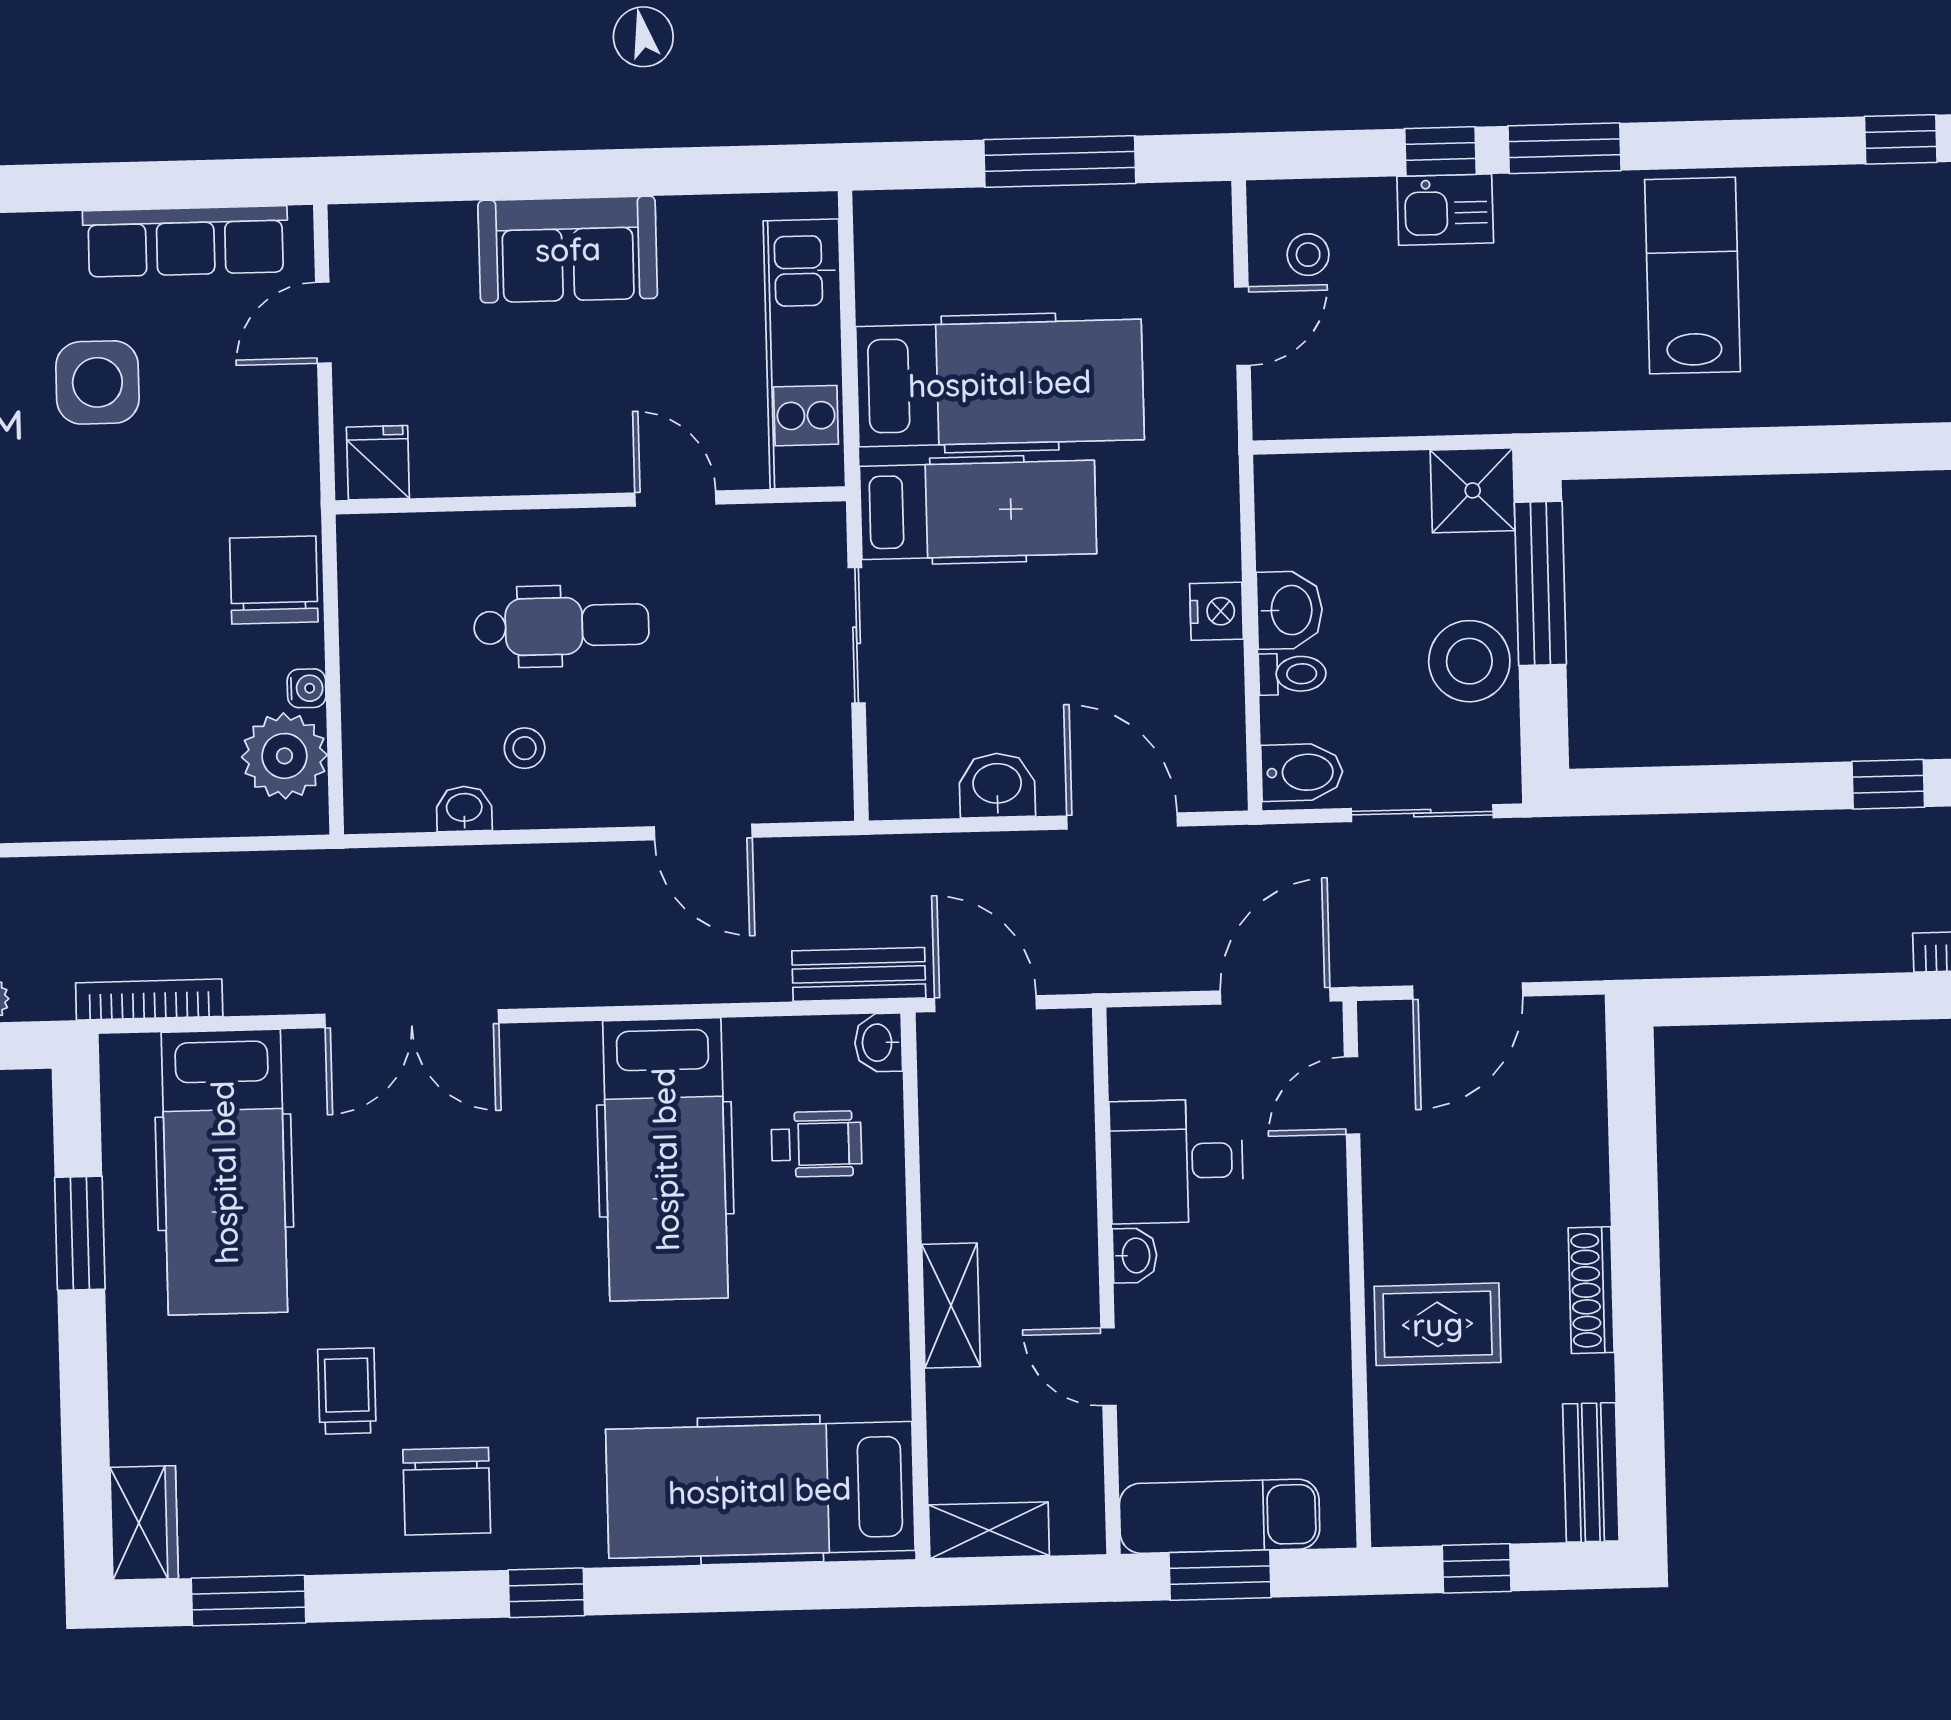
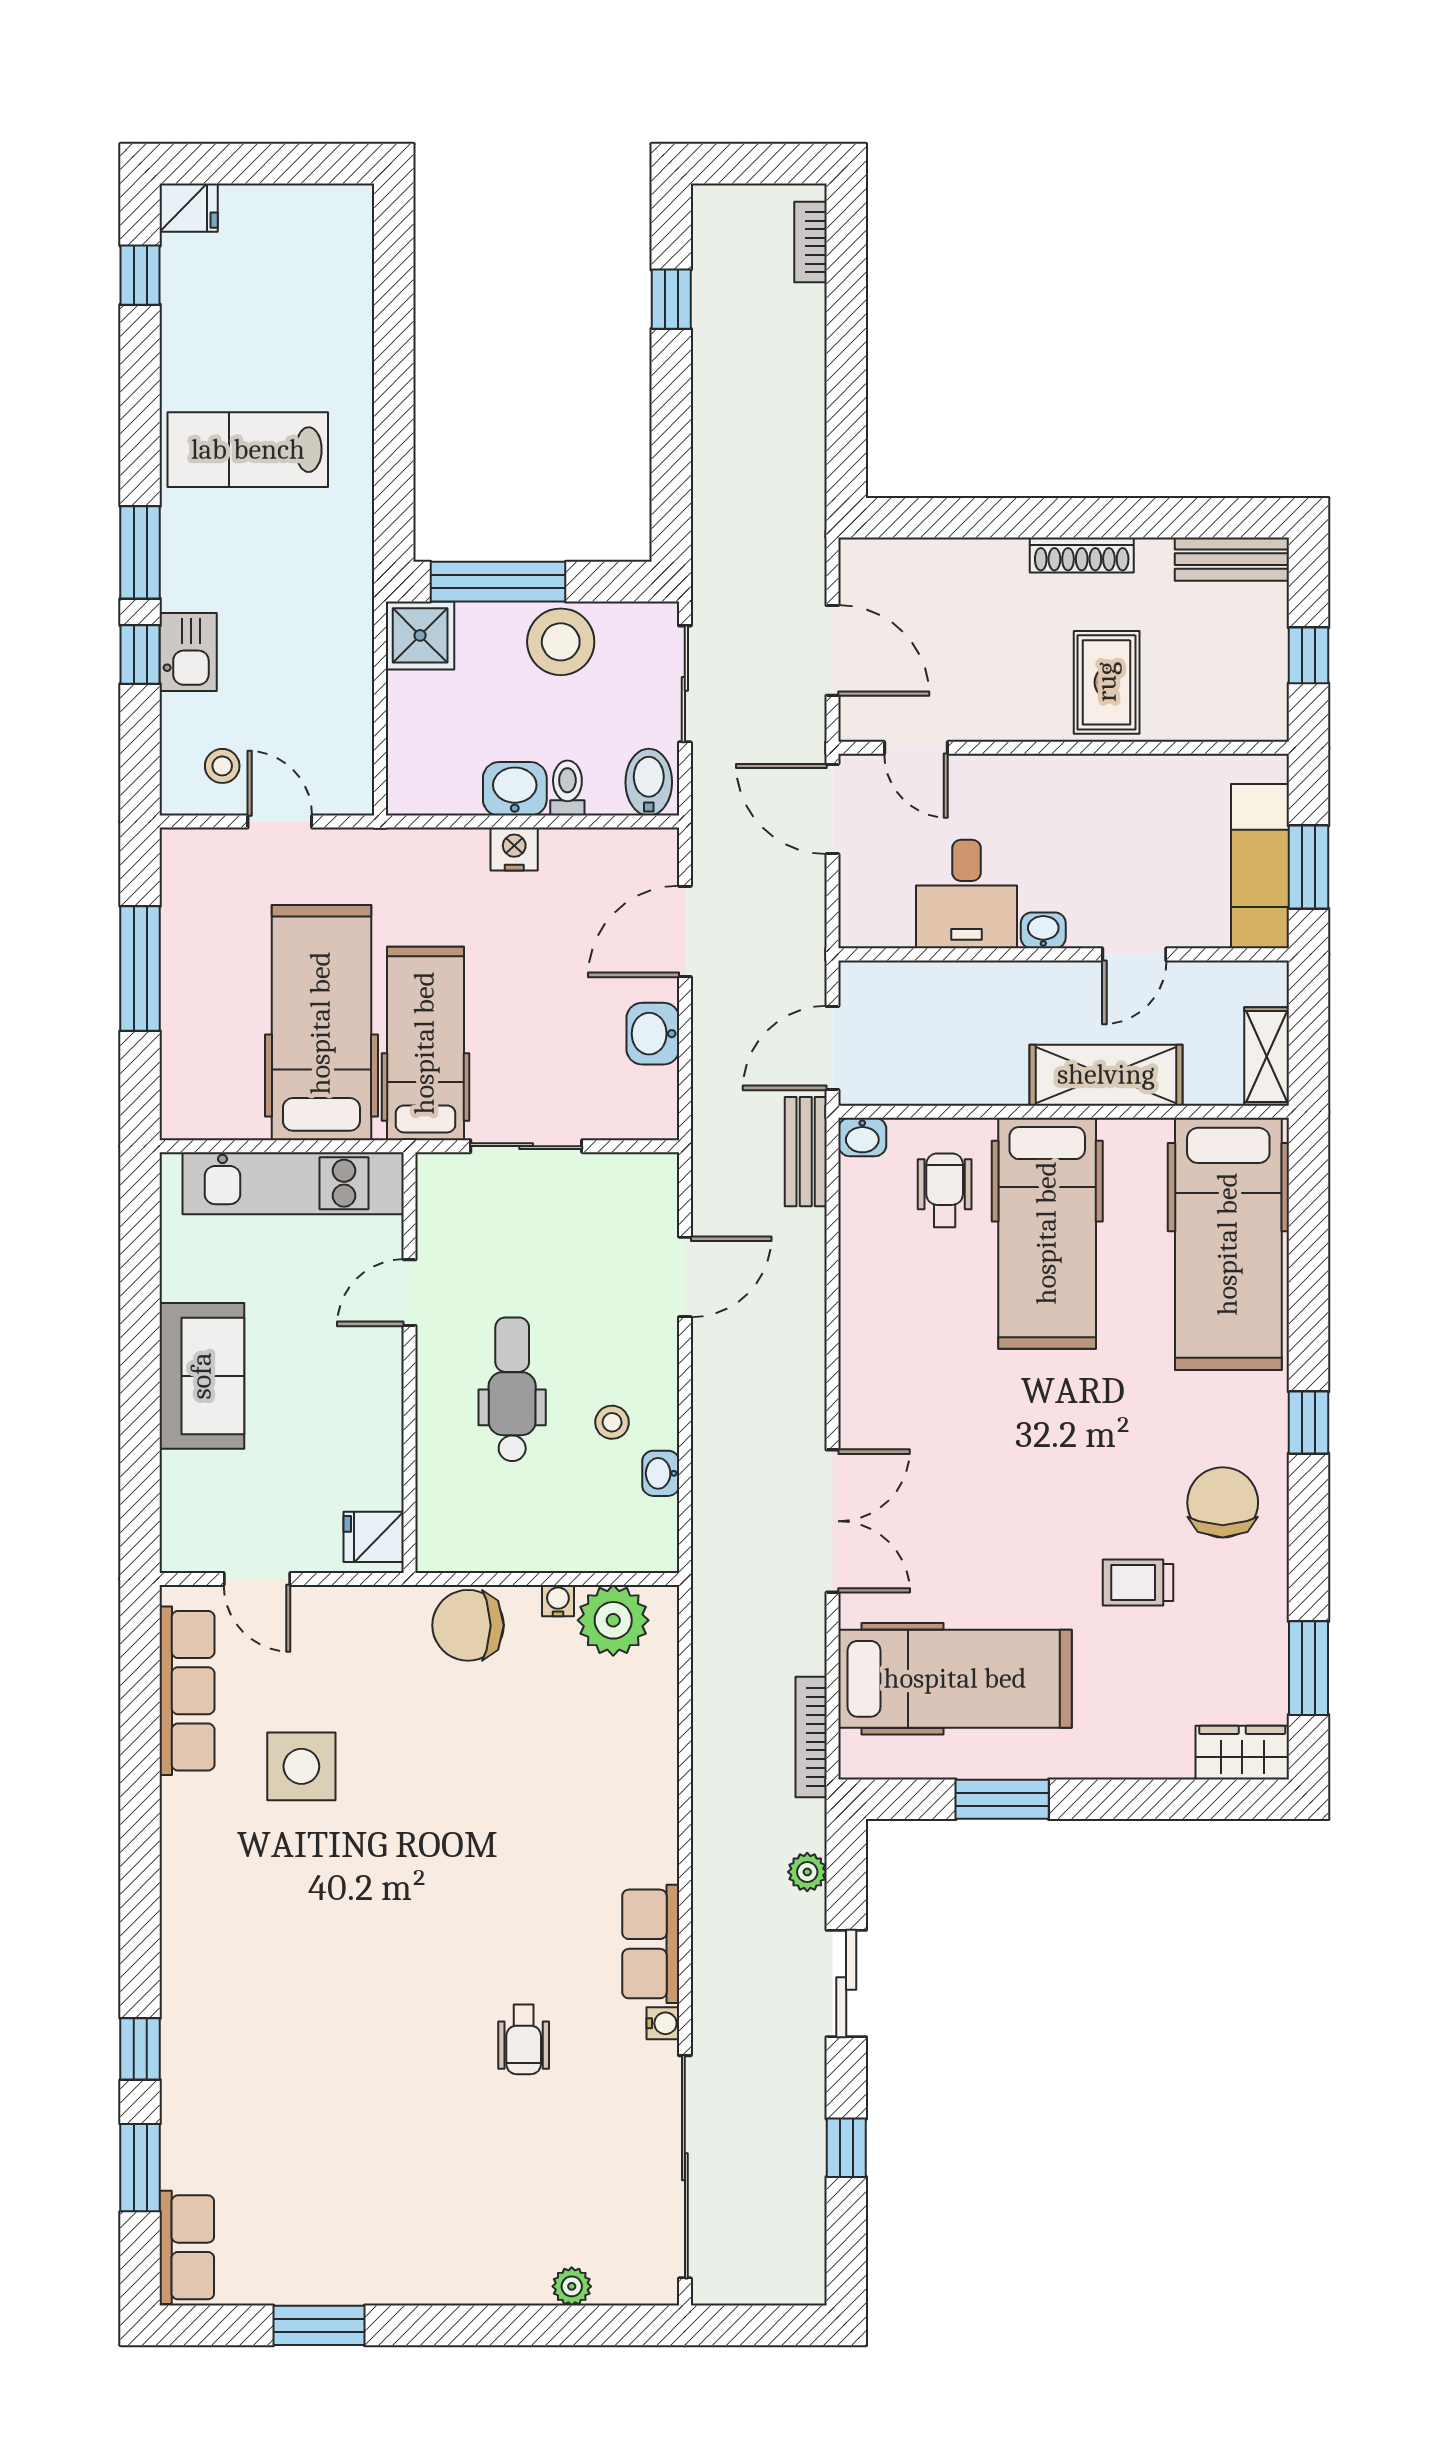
hospital bed: (665, 1159) -> (1047, 1233), moved, turned 90
shelving: (951, 1306) -> (1106, 1075), width x1.50, depth x1.33
chair: (447, 1491) -> (1223, 1502), turned -90

